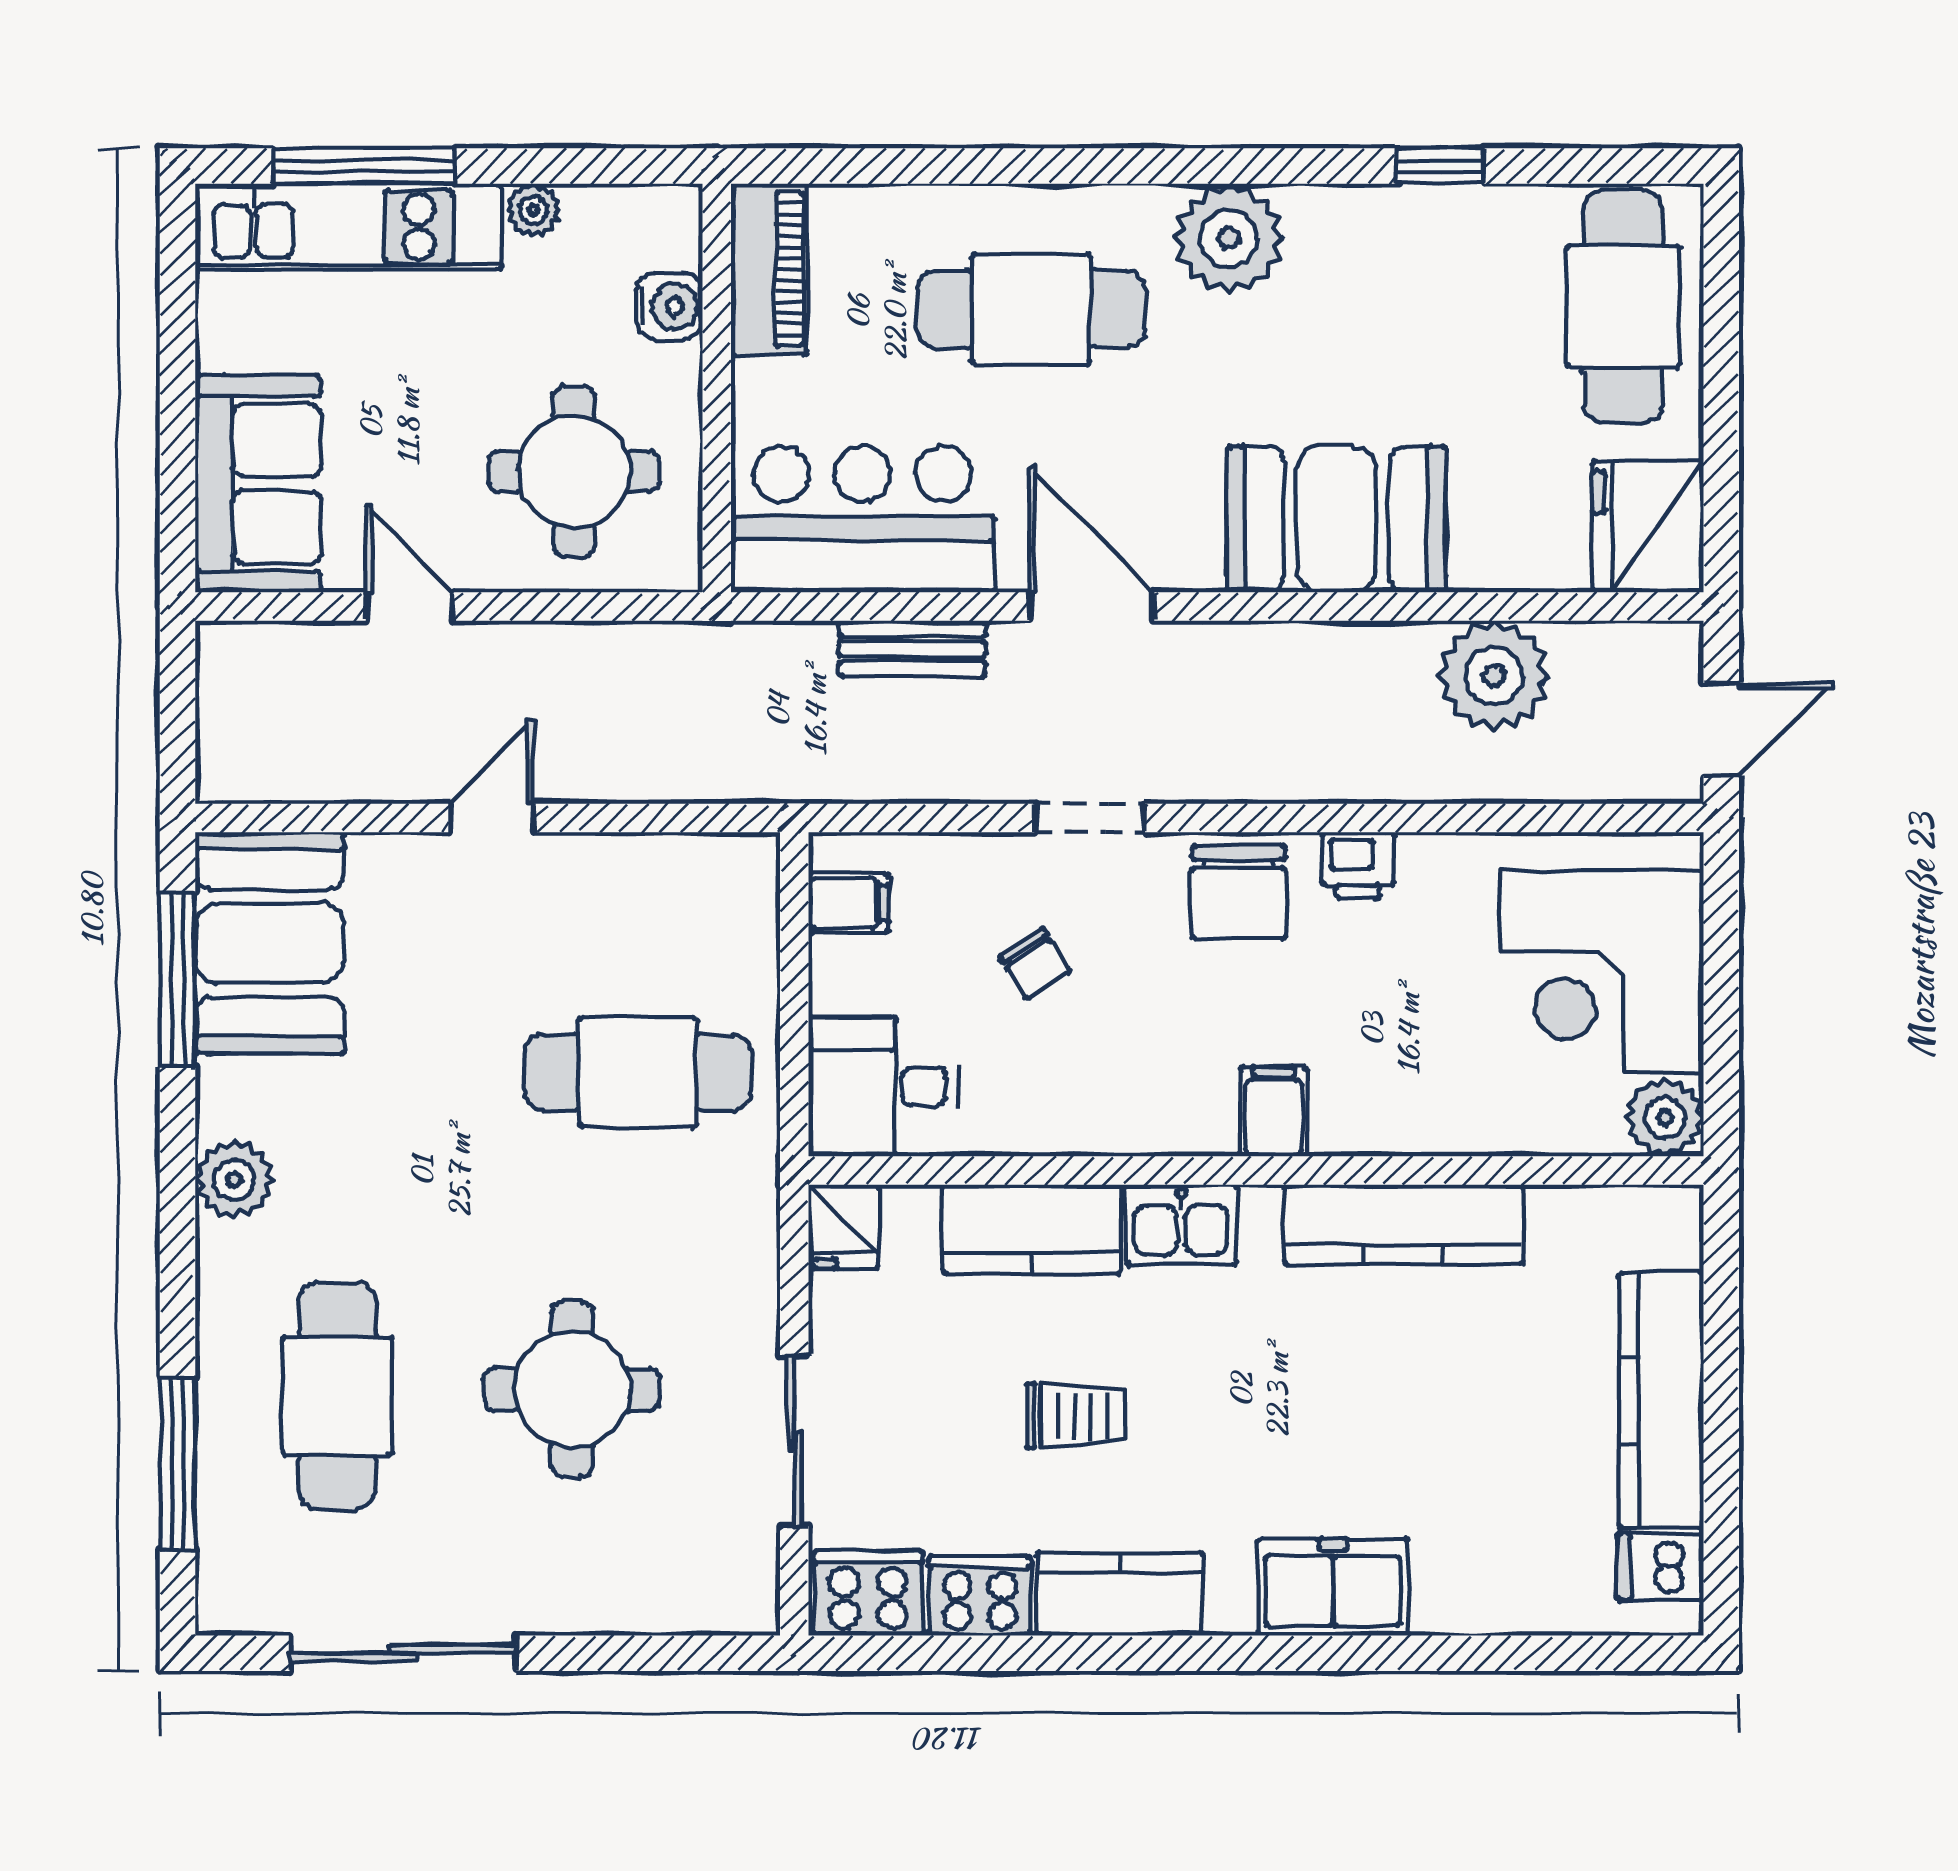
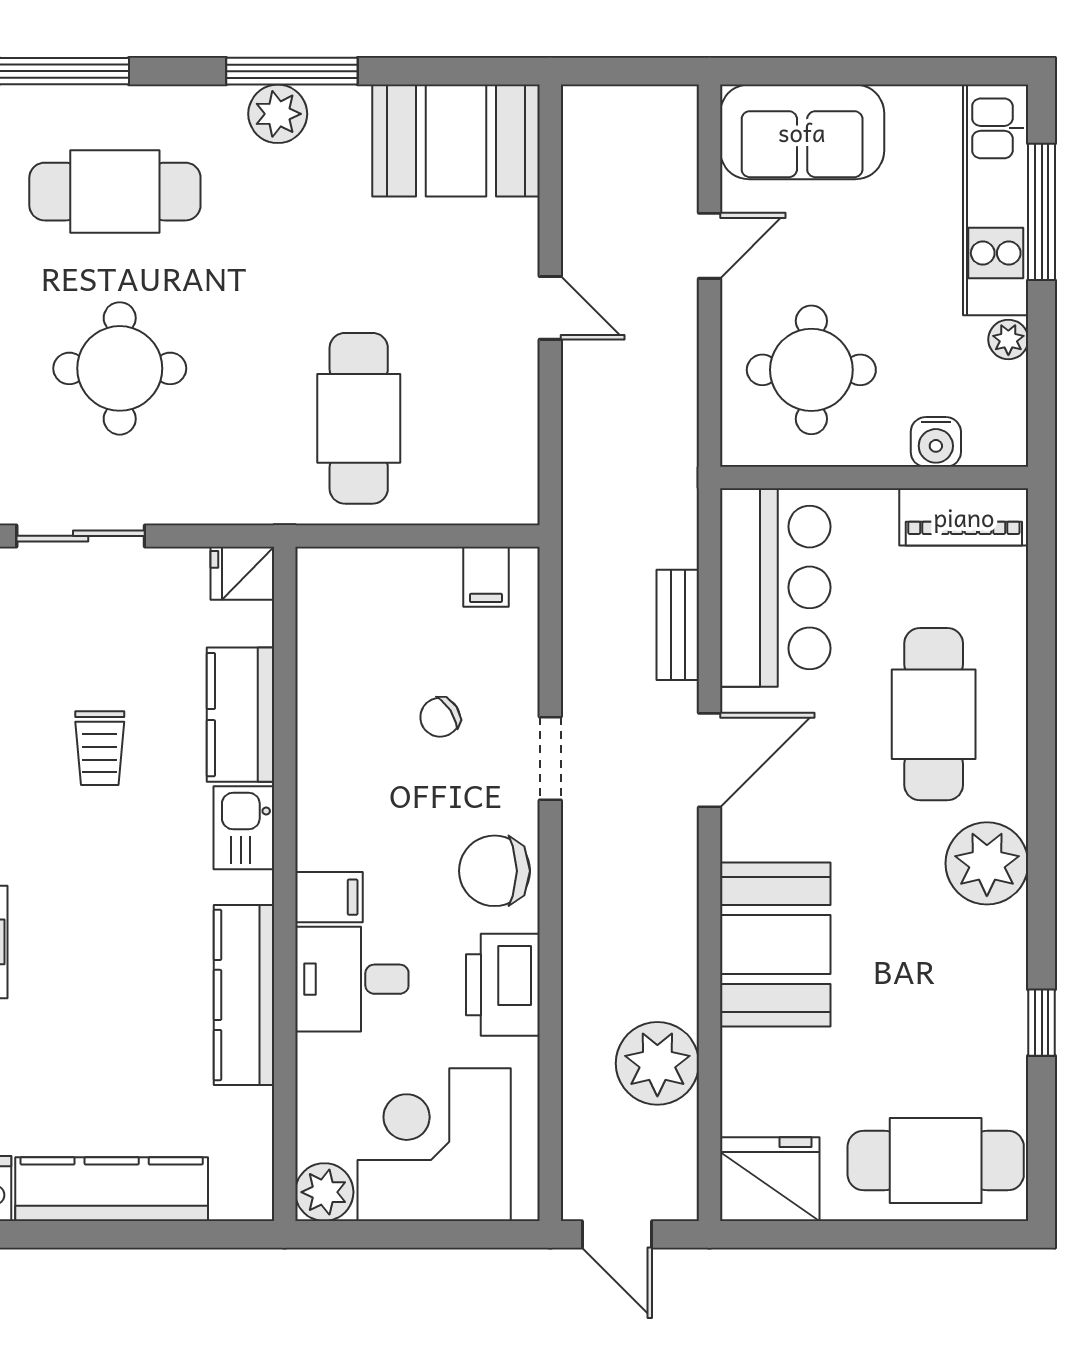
printer: (1358, 865) -> (503, 985), width x1.87, depth x1.48
window: (178, 980) -> (292, 71), moved
desk: (883, 1087) -> (352, 979), moved, turned -90

